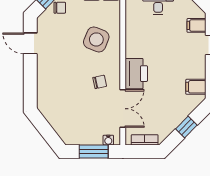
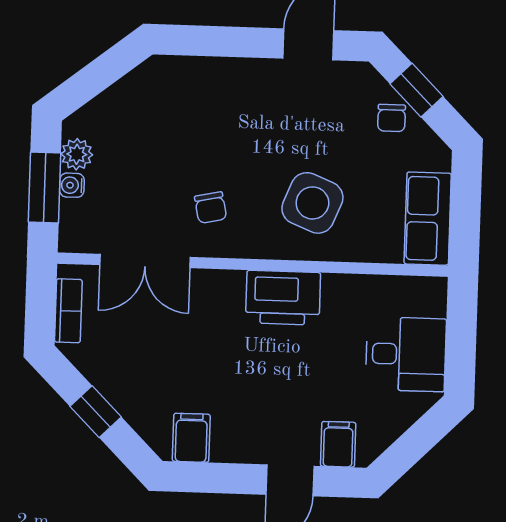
printer: (136, 74) -> (283, 298), moved
plant: (79, 138) -> (77, 154), added
water cooler: (108, 140) -> (72, 185), moved

